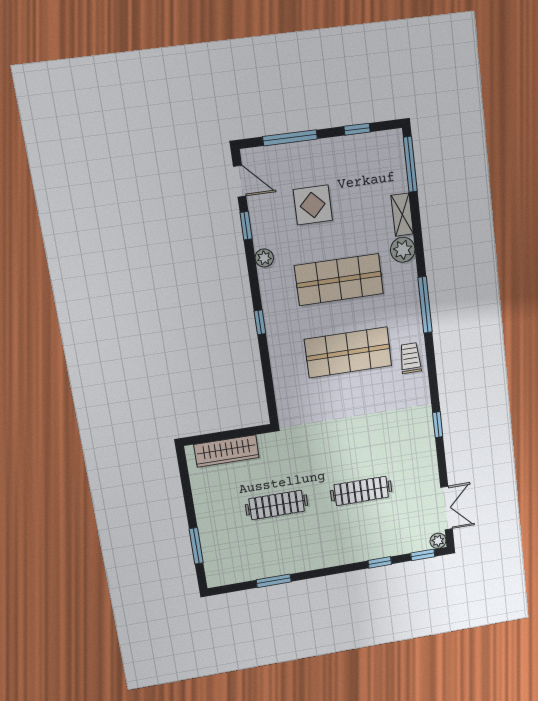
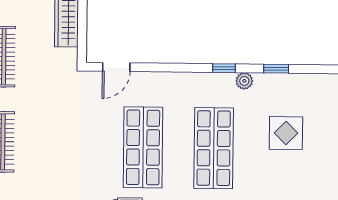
door: (240, 181) -> (116, 67), moved
window: (260, 322) -> (224, 68), moved

